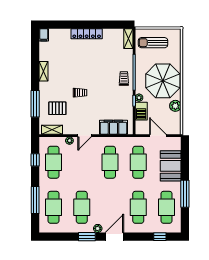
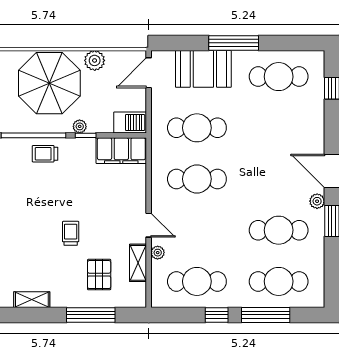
barbecue: (141, 111) -> (130, 123), moved
filing cabinet: (113, 127) -> (121, 151), moved, turned -90
shelving: (52, 130) -> (138, 263), moved
door: (158, 136) -> (149, 73), moved
window: (35, 160) -> (217, 315), moved
window: (185, 194) -> (234, 43), moved
cafe table: (138, 207) -> (279, 128), removed

